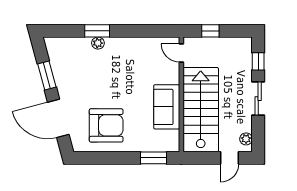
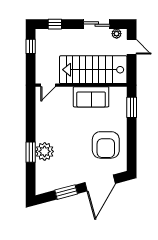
window: (210, 31) -> (31, 46), moved
plant: (98, 43) -> (45, 151), width x1.88, depth x1.88
sliding door: (258, 99) -> (97, 24), moved
armchair: (106, 125) -> (106, 145), turned 180

